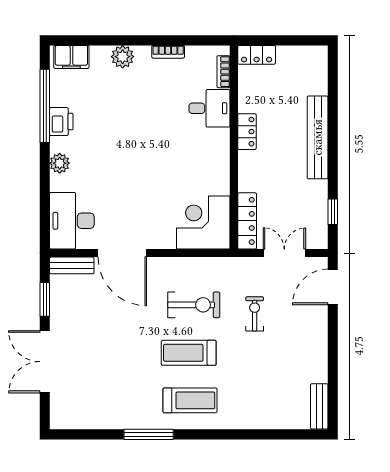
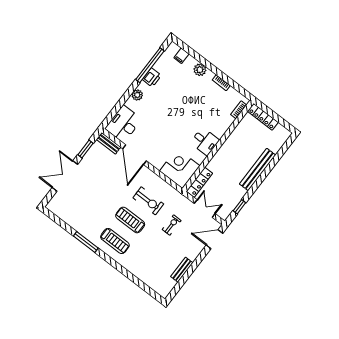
locker: (257, 55) -> (263, 117), width x1.53
filing cabinet: (71, 57) -> (181, 56), width x0.50
desk: (209, 108) -> (205, 141), moved
locker: (247, 132) -> (229, 144), removed
bench: (319, 406) -> (182, 270), moved

